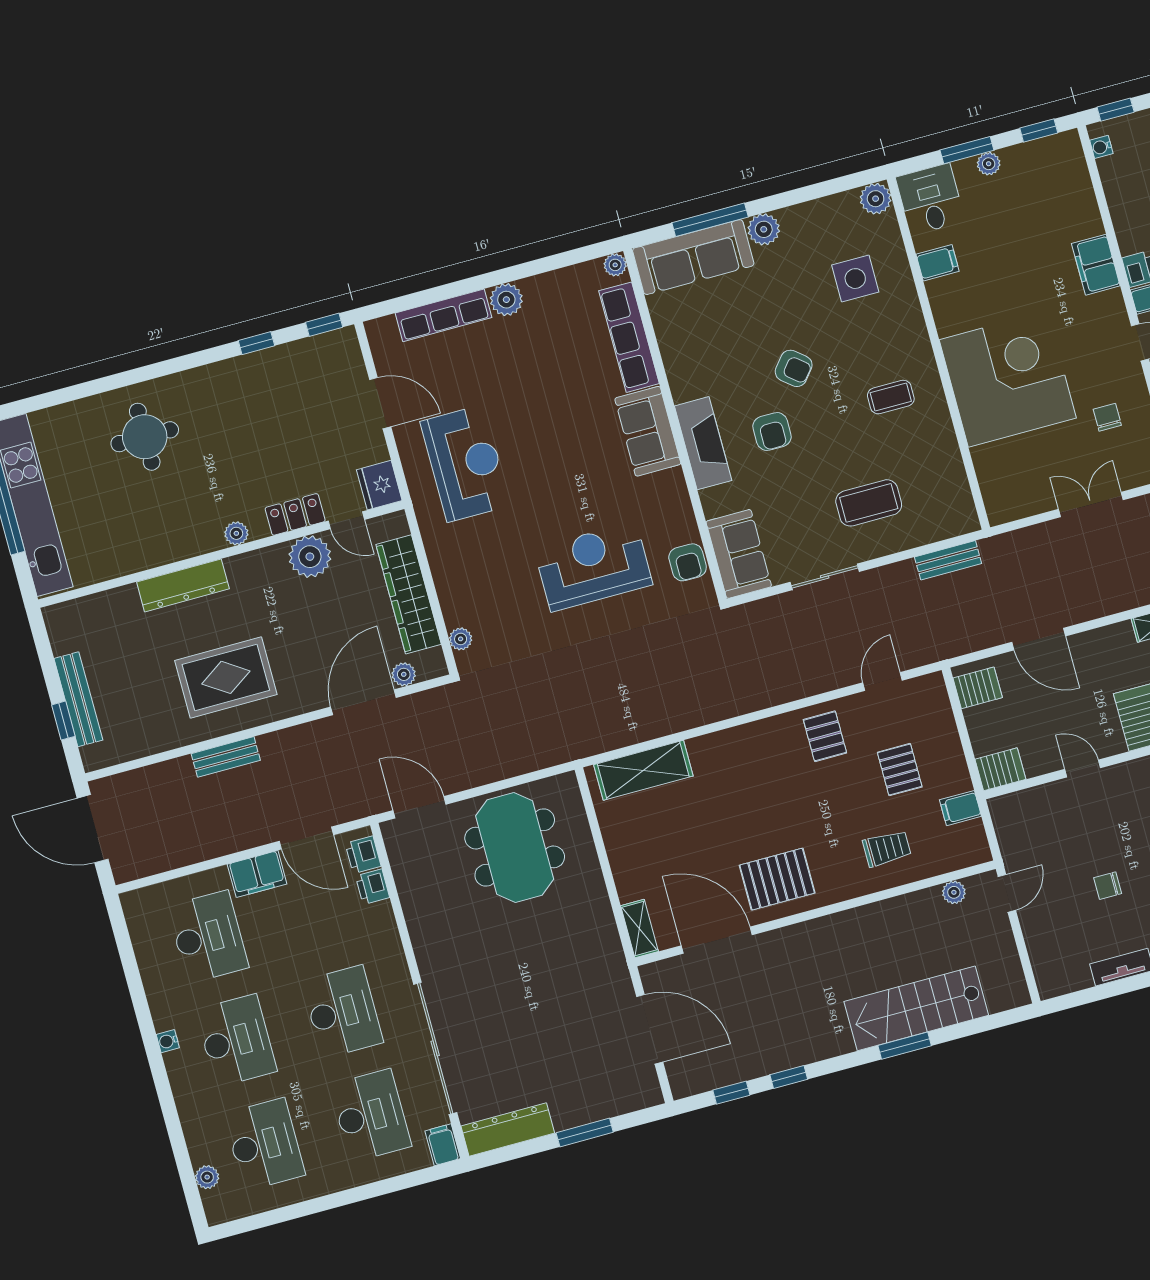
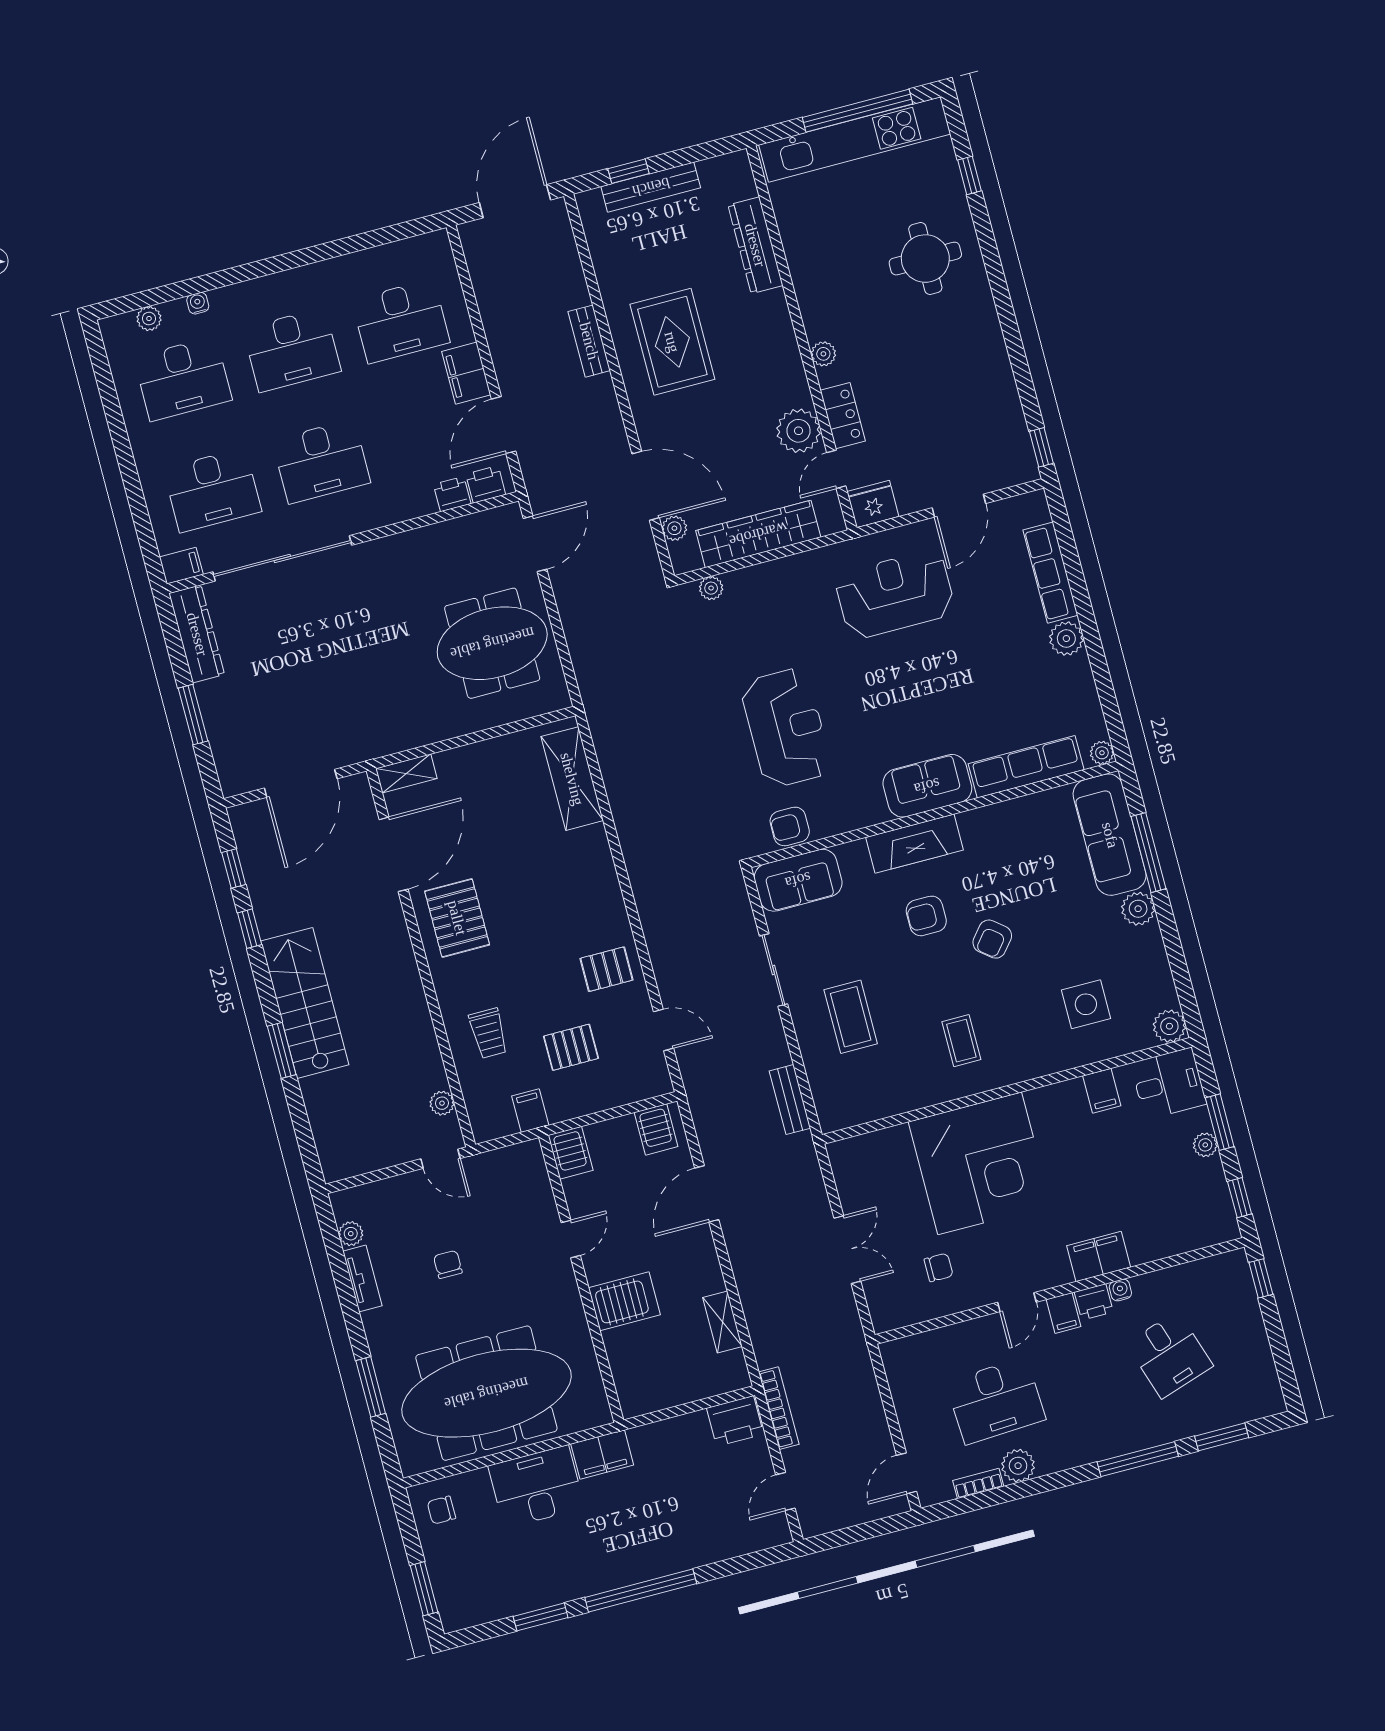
water cooler: (1101, 147) -> (1120, 1290), moved
window: (256, 343) -> (970, 175), moved
reception desk: (465, 464) -> (895, 594), turned 180
dresser: (183, 585) -> (755, 245), moved
plant: (1079, 979) -> (351, 1234), added
stairs: (916, 1008) -> (305, 1003), moved
water cooler: (168, 1041) -> (198, 303), moved

